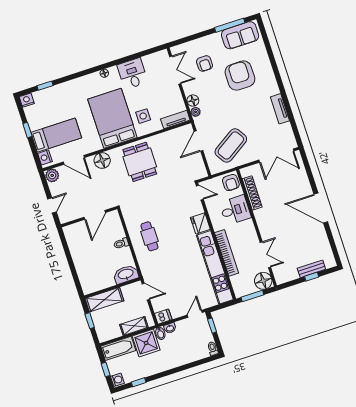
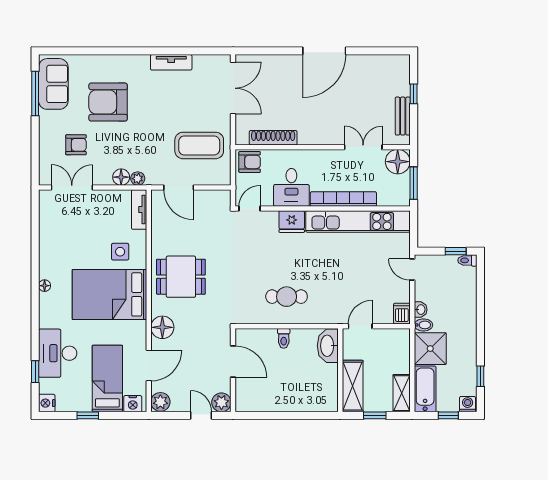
desk: (132, 74) -> (58, 353), moved, width x1.37
coffee table: (231, 145) -> (199, 145), turned -57
desk: (235, 210) -> (291, 187), moved, turned 180
plant: (65, 216) -> (221, 402), added
bench: (311, 269) -> (403, 116), moved
shelving: (134, 326) -> (402, 393), moved
window: (212, 326) -> (456, 251), moved

